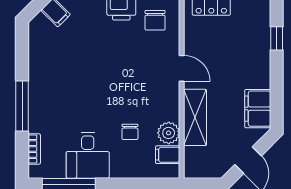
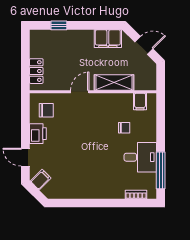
window: (22, 106) -> (106, 203), removed
plant: (169, 133) -> (125, 101), removed

